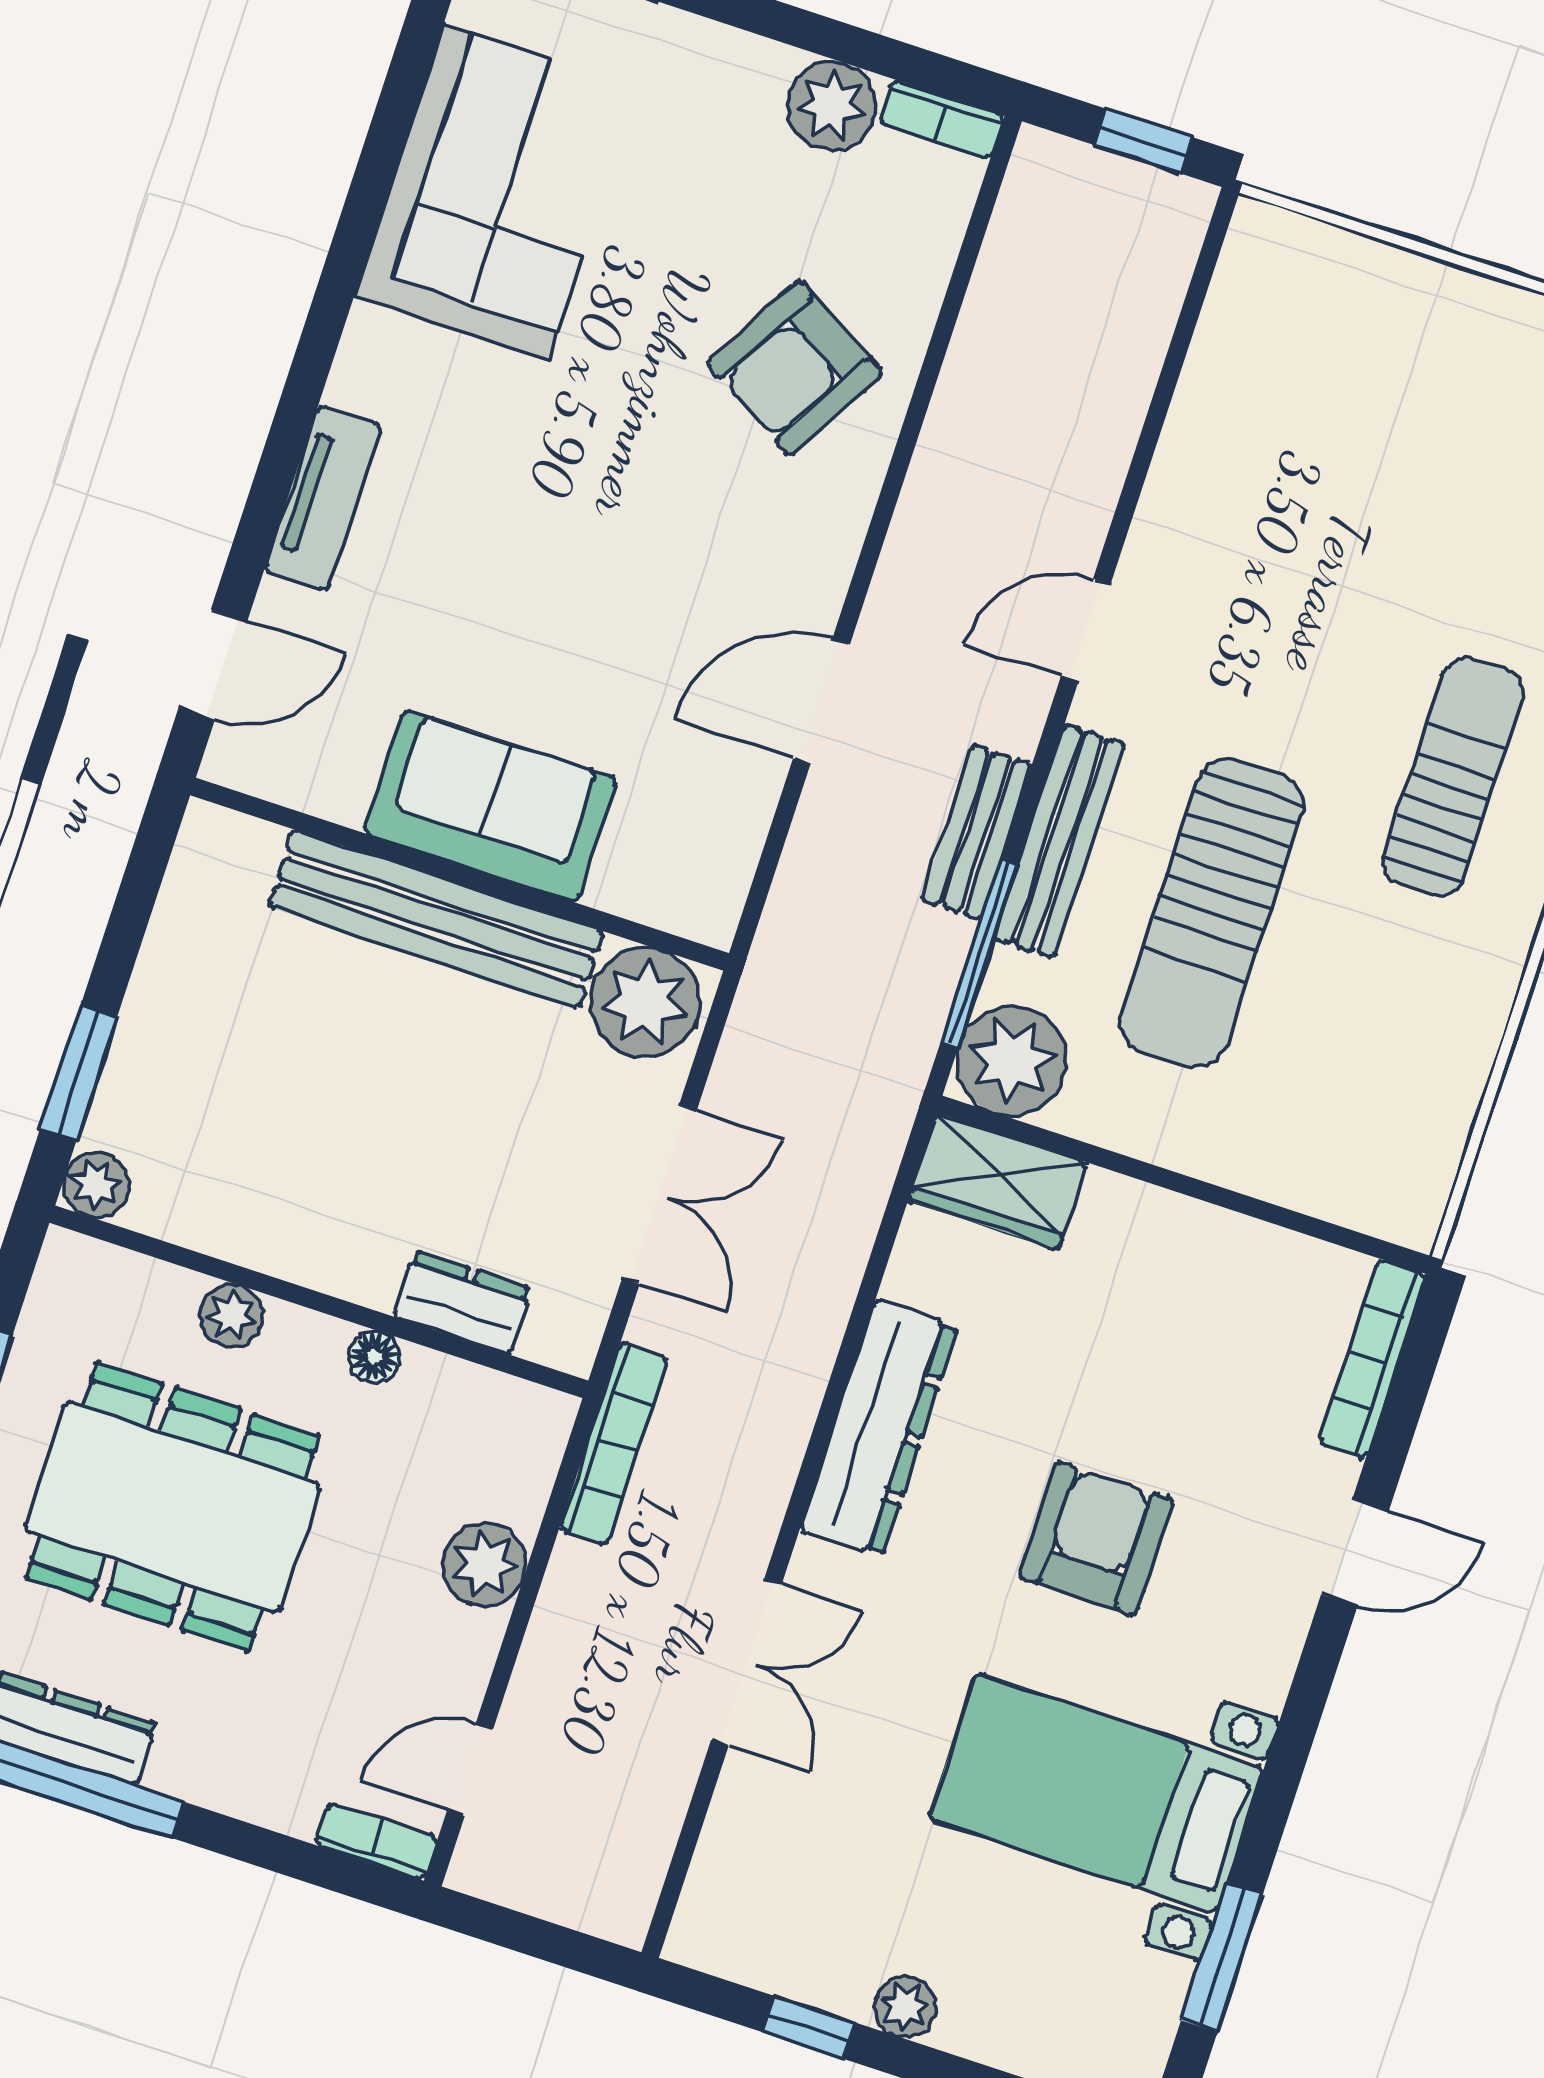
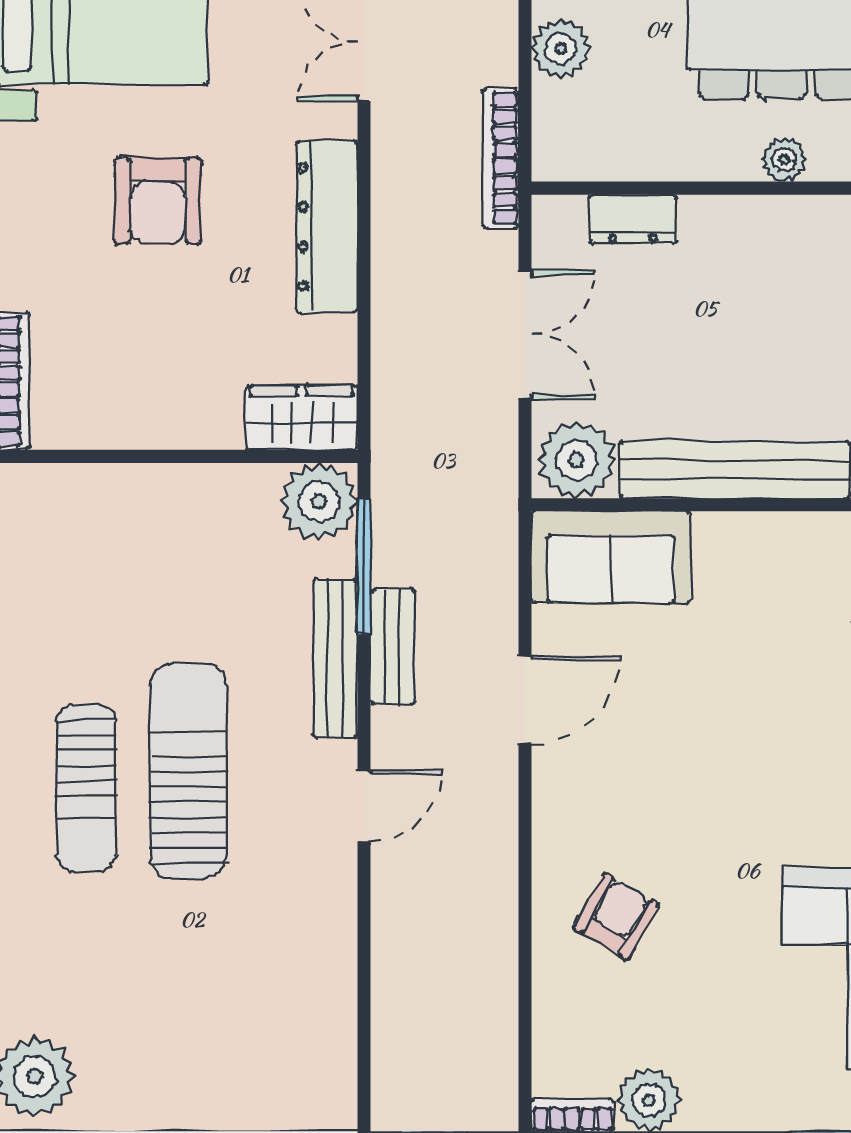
armchair: (795, 368) -> (616, 917), width x0.72, depth x0.72
sofa: (490, 806) -> (611, 557), moved
sun lounger: (1212, 913) -> (188, 771), moved
double door: (659, 1195) -> (525, 334), swing flipped
floor lamp: (374, 1357) -> (680, 163), removed

